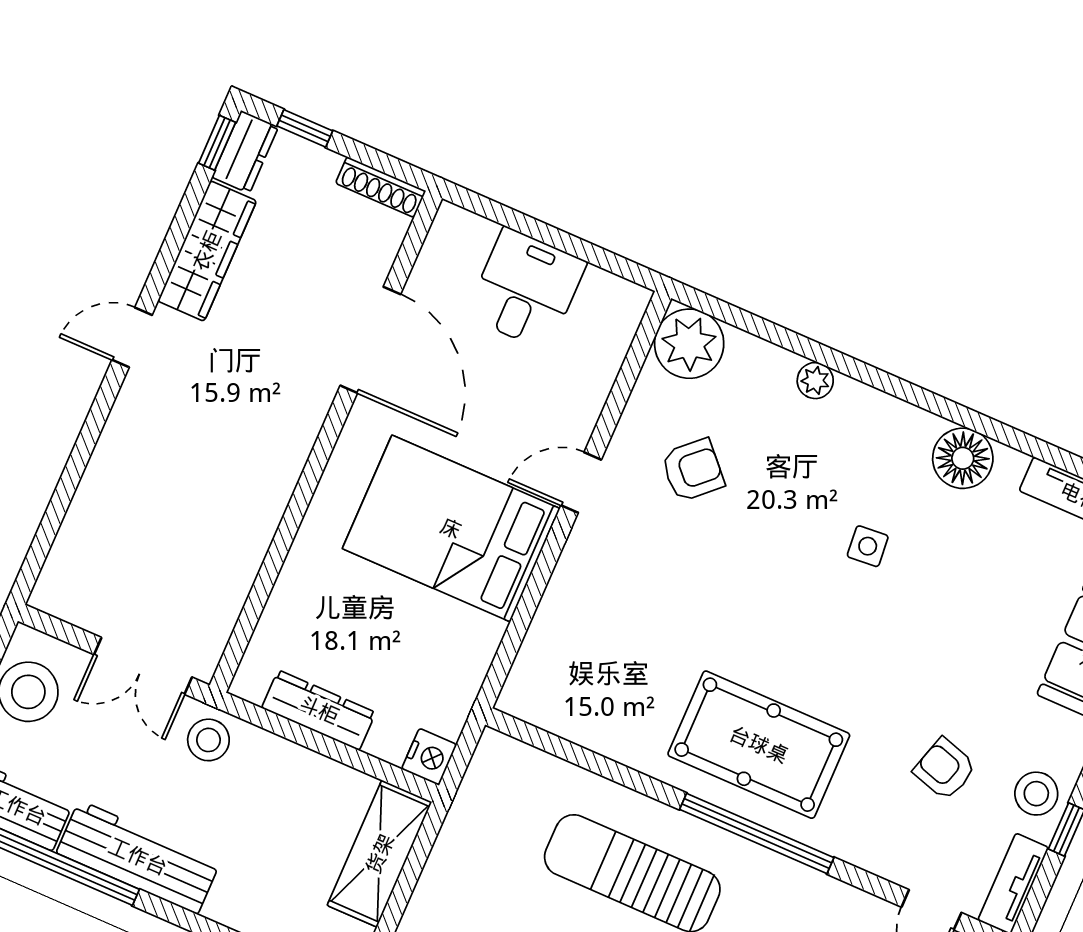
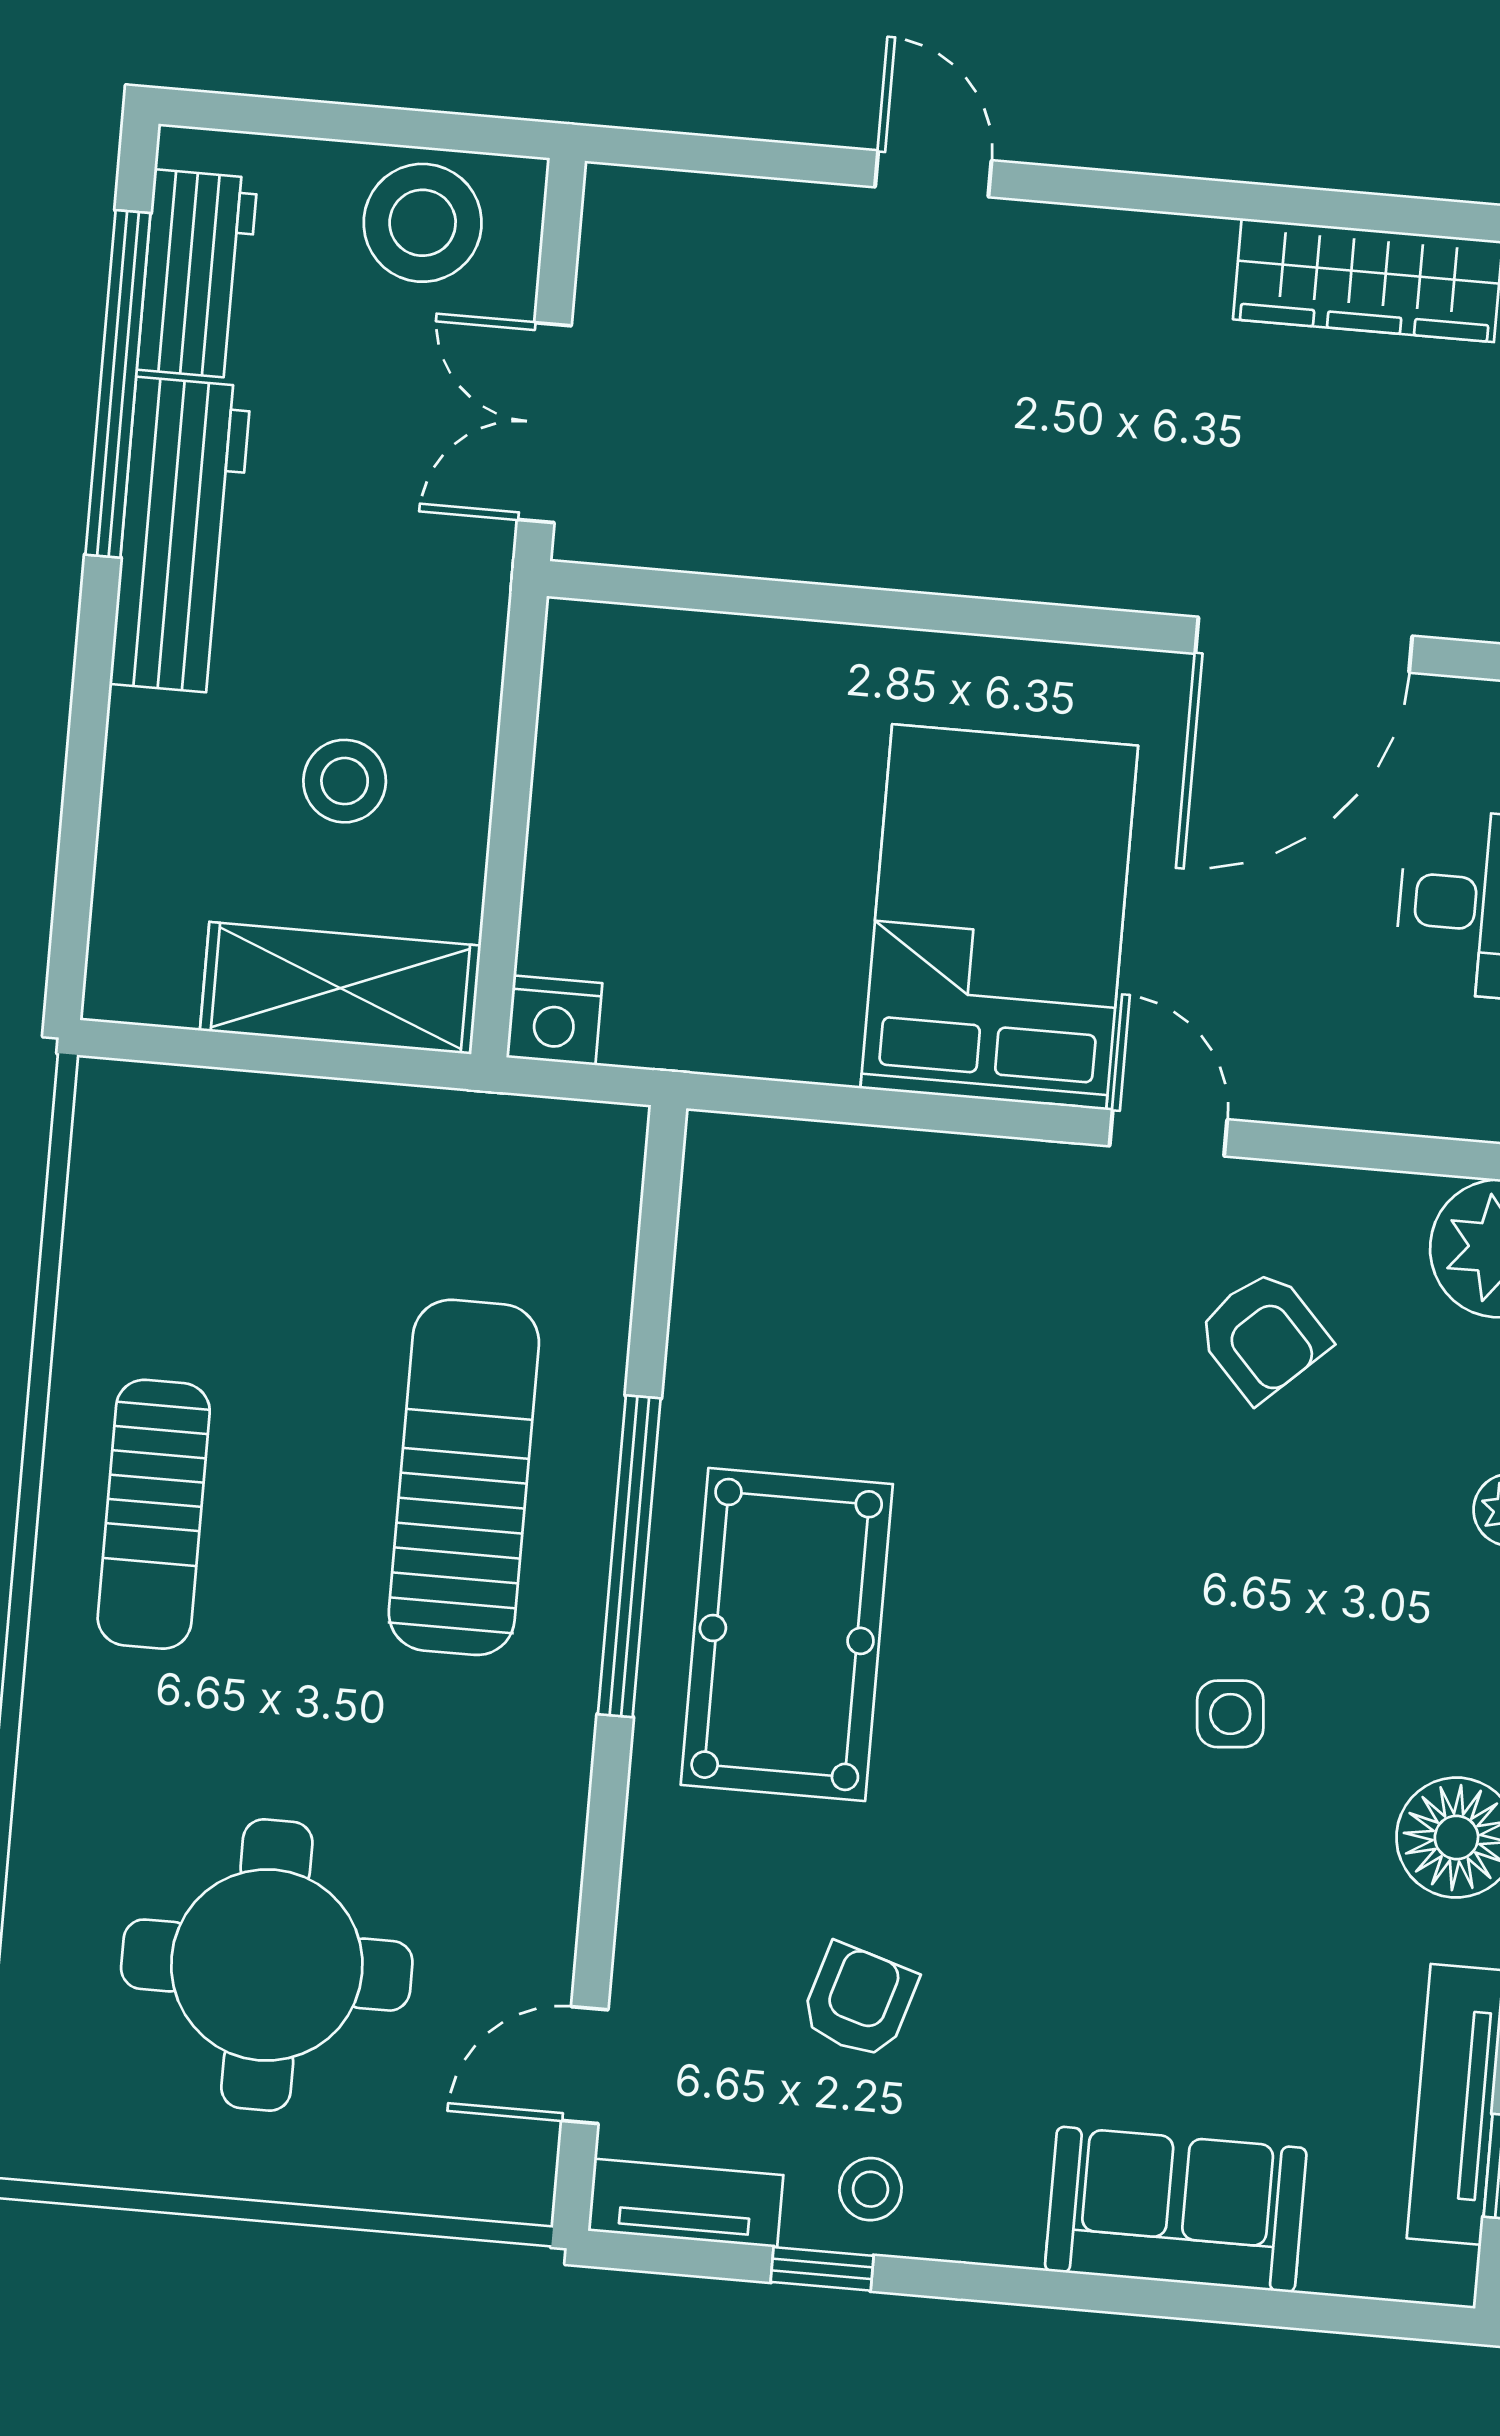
door: (132, 337) -> (933, 174), moved
dresser: (319, 710) -> (572, 782), removed
stool: (208, 740) -> (345, 781), moved
stool: (1036, 794) -> (871, 2189), width x0.73, depth x0.73
window: (757, 833) -> (629, 1556), moved

